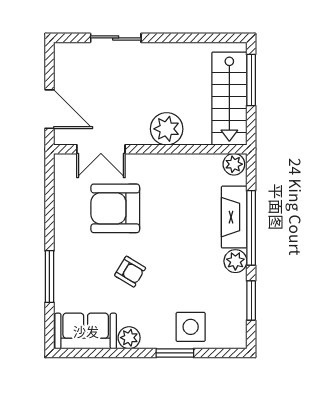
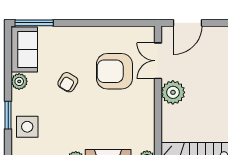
plant: (167, 129) -> (173, 92), moved
armchair: (115, 208) -> (114, 71), turned -90
window: (49, 277) -> (34, 23), moved

